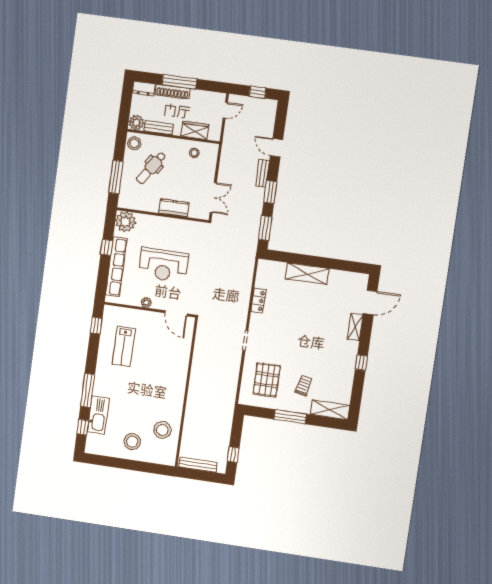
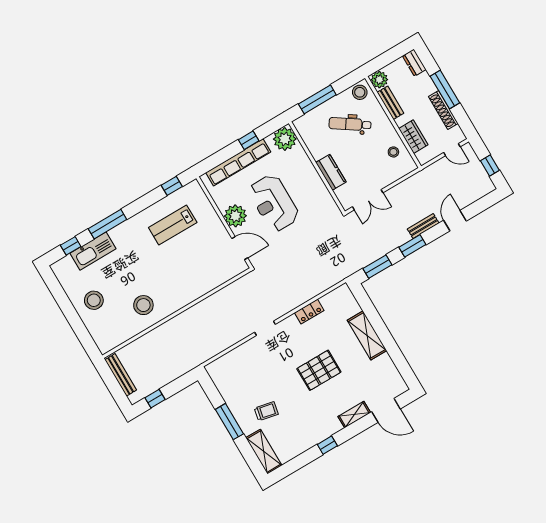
shoe rack: (173, 92) -> (443, 110), moved
plant: (146, 302) -> (235, 216), width x1.88, depth x1.88
door: (176, 313) -> (240, 248), swing flipped
pallet: (267, 380) -> (319, 370), moved
stool: (162, 430) -> (143, 305), moved

